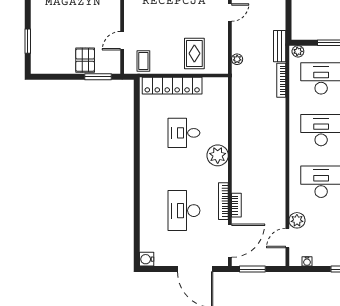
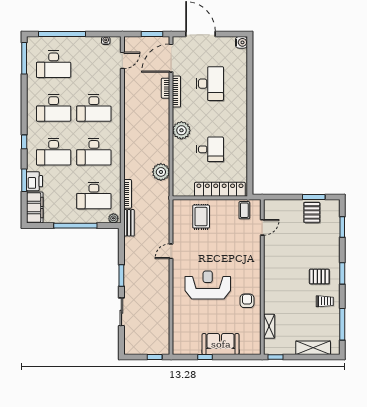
plant: (237, 59) -> (161, 172), moved, width x1.87, depth x1.87
pallet: (85, 60) -> (312, 212), moved
window: (98, 77) -> (314, 197), moved
plant: (297, 220) -> (114, 75), removed

